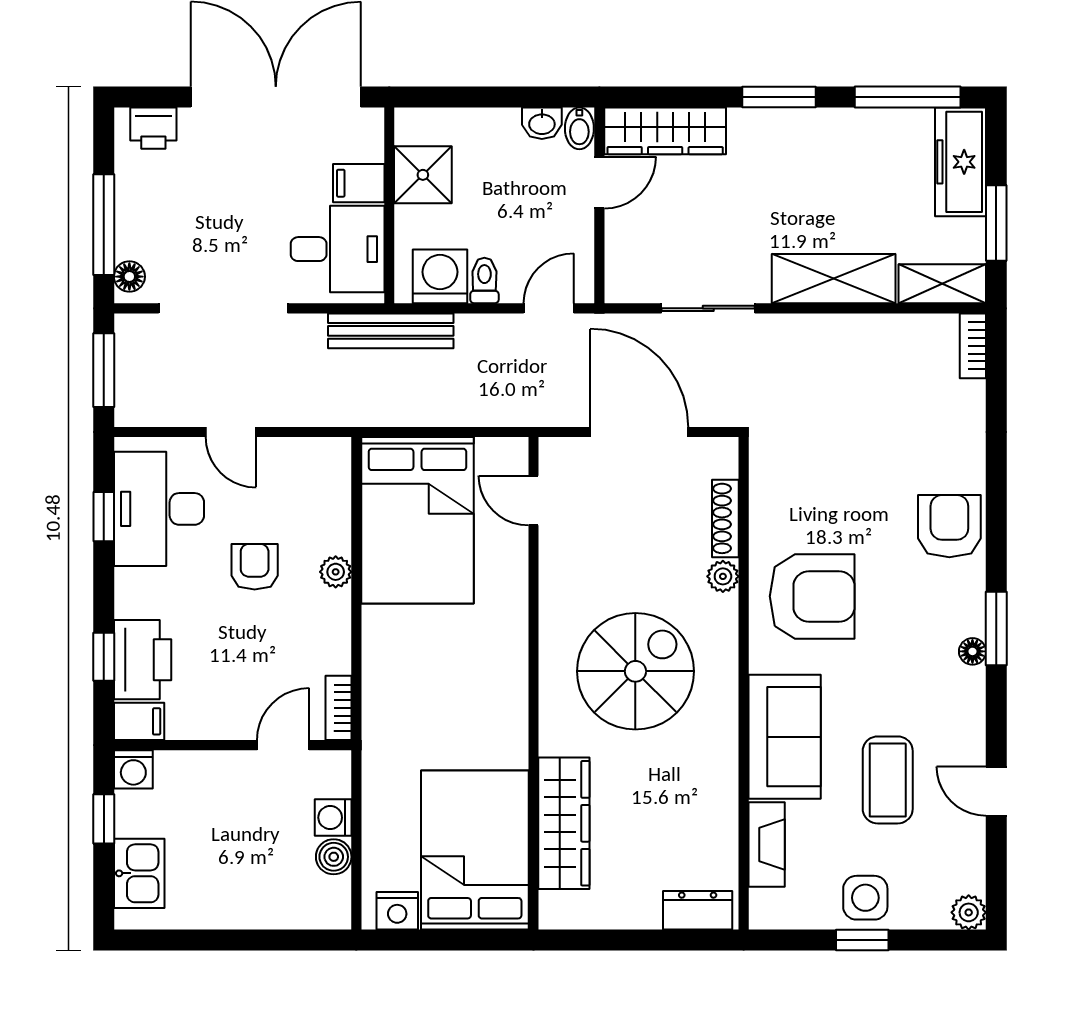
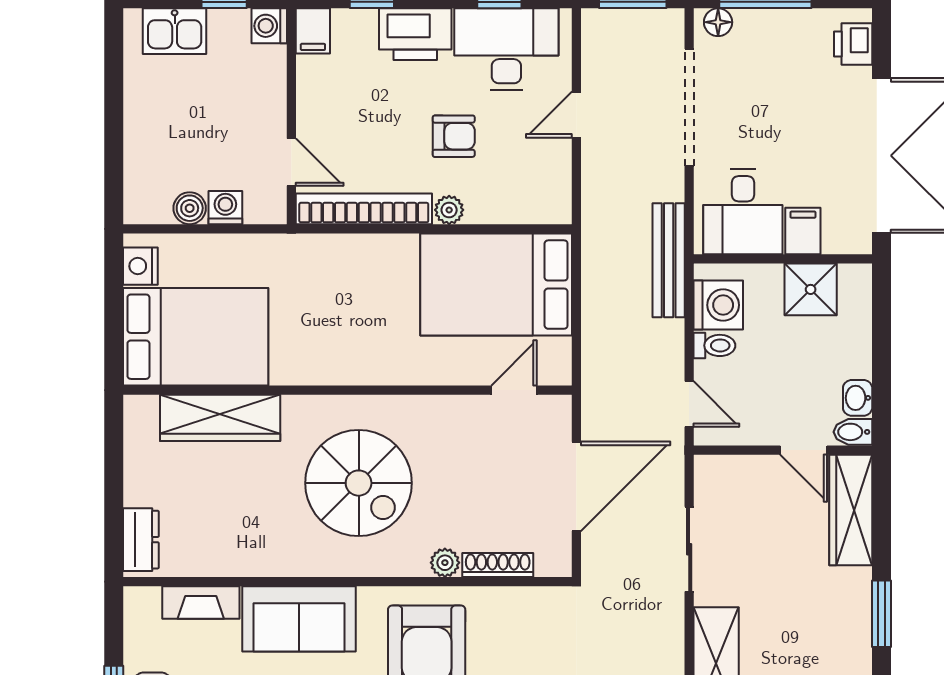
printer: (143, 660) -> (415, 34), moved
bookcase: (338, 708) -> (364, 209), width x2.31, depth x1.31

